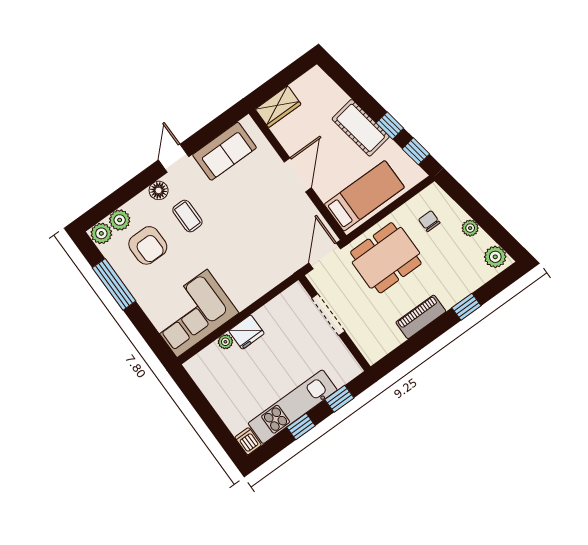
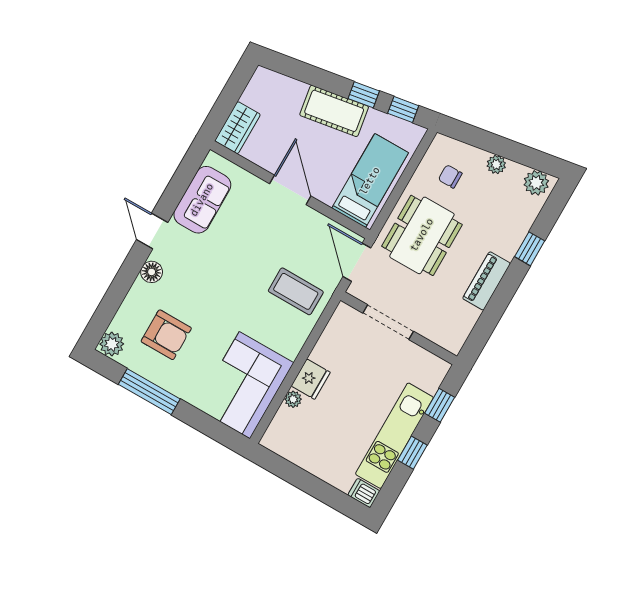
coffee table: (187, 216) -> (296, 291), moved, width x1.36, depth x1.30
plant: (120, 220) -> (125, 321), removed

